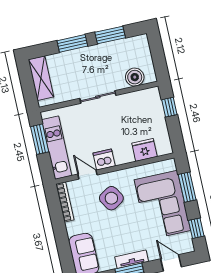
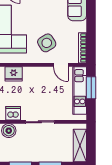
window: (40, 139) -> (91, 88), moved
dishwasher: (104, 159) -> (13, 113), moved, turned 180

